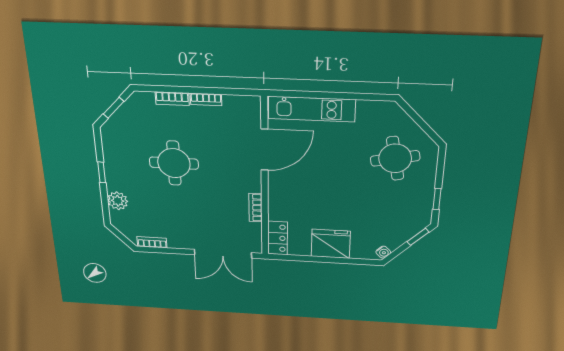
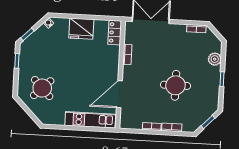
round table: (395, 158) -> (42, 88), turned -33

